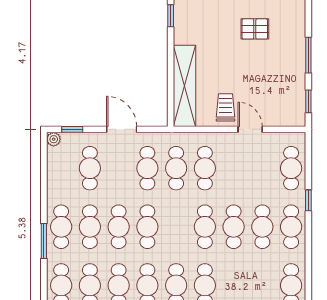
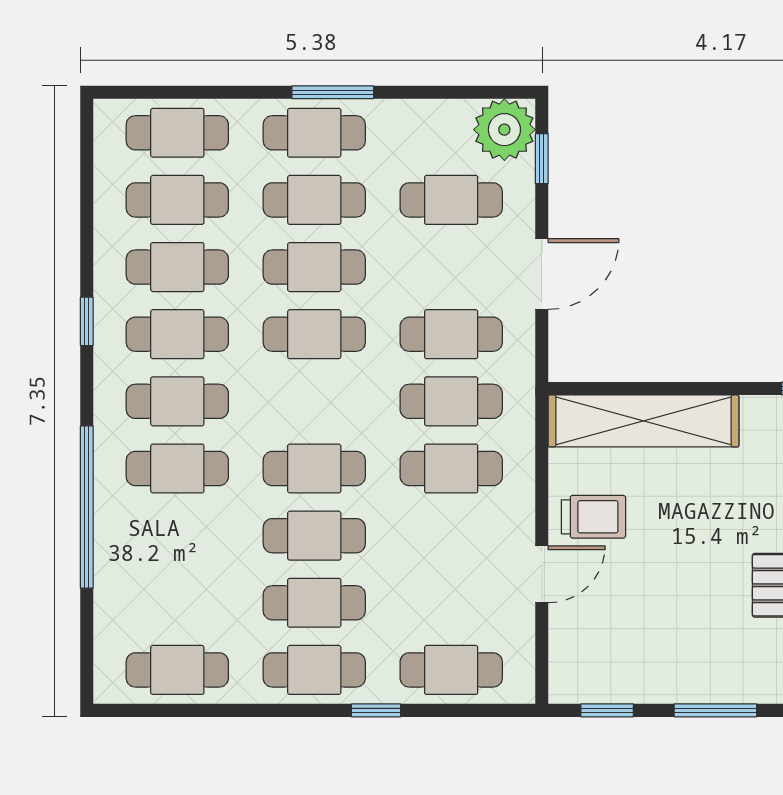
plant: (54, 139) -> (504, 130), width x1.88, depth x1.88
window: (44, 241) -> (333, 92), moved

